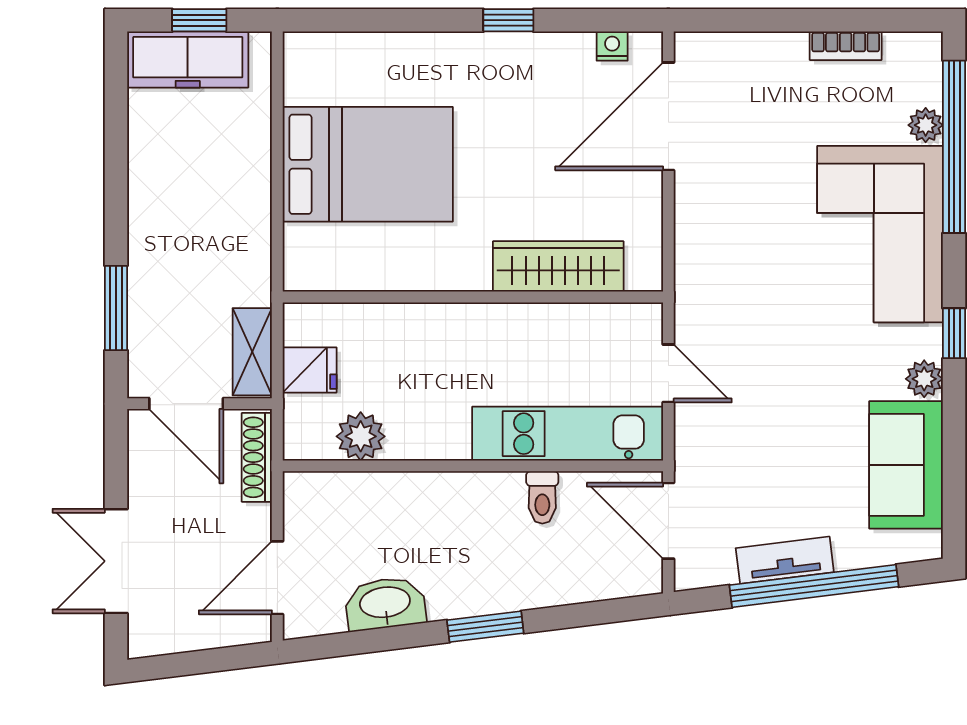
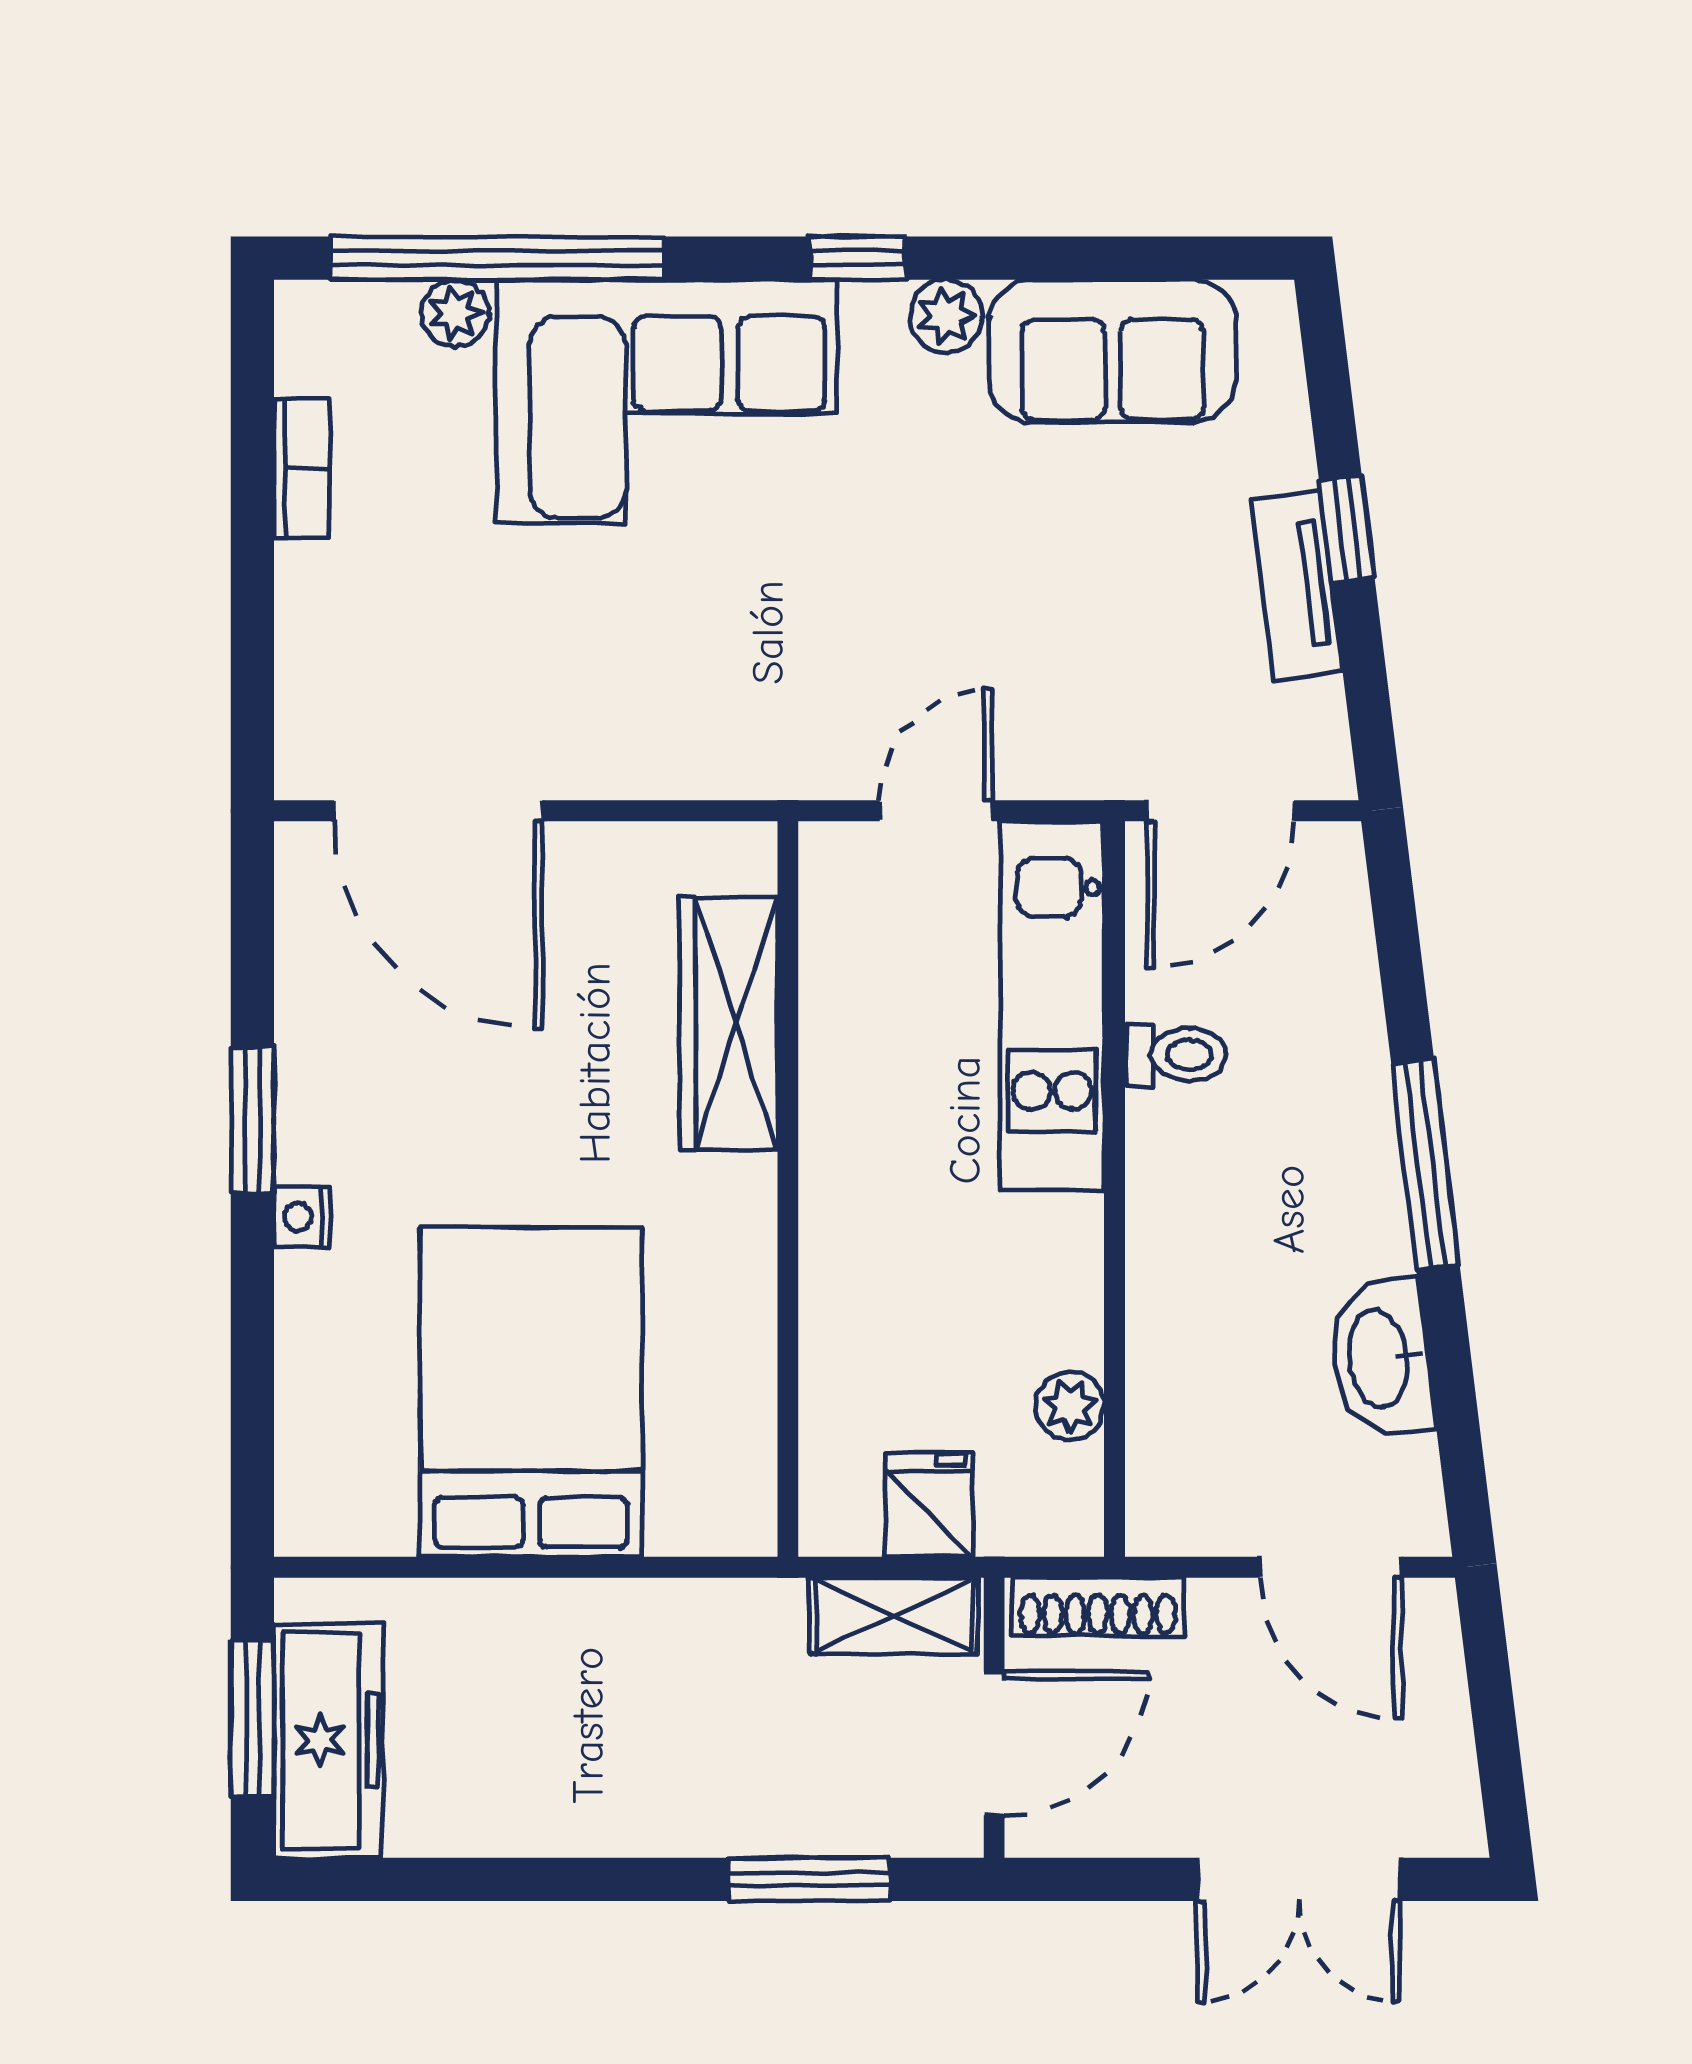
window: (199, 20) -> (252, 1718), width x1.50
window: (508, 20) -> (252, 1120), width x1.50
nightstand: (612, 46) -> (302, 1217), moved
plant: (361, 436) -> (1070, 1406), width x0.73, depth x0.73
window: (814, 586) -> (1347, 529), width x0.32
window: (485, 627) -> (1425, 1165), width x1.44

